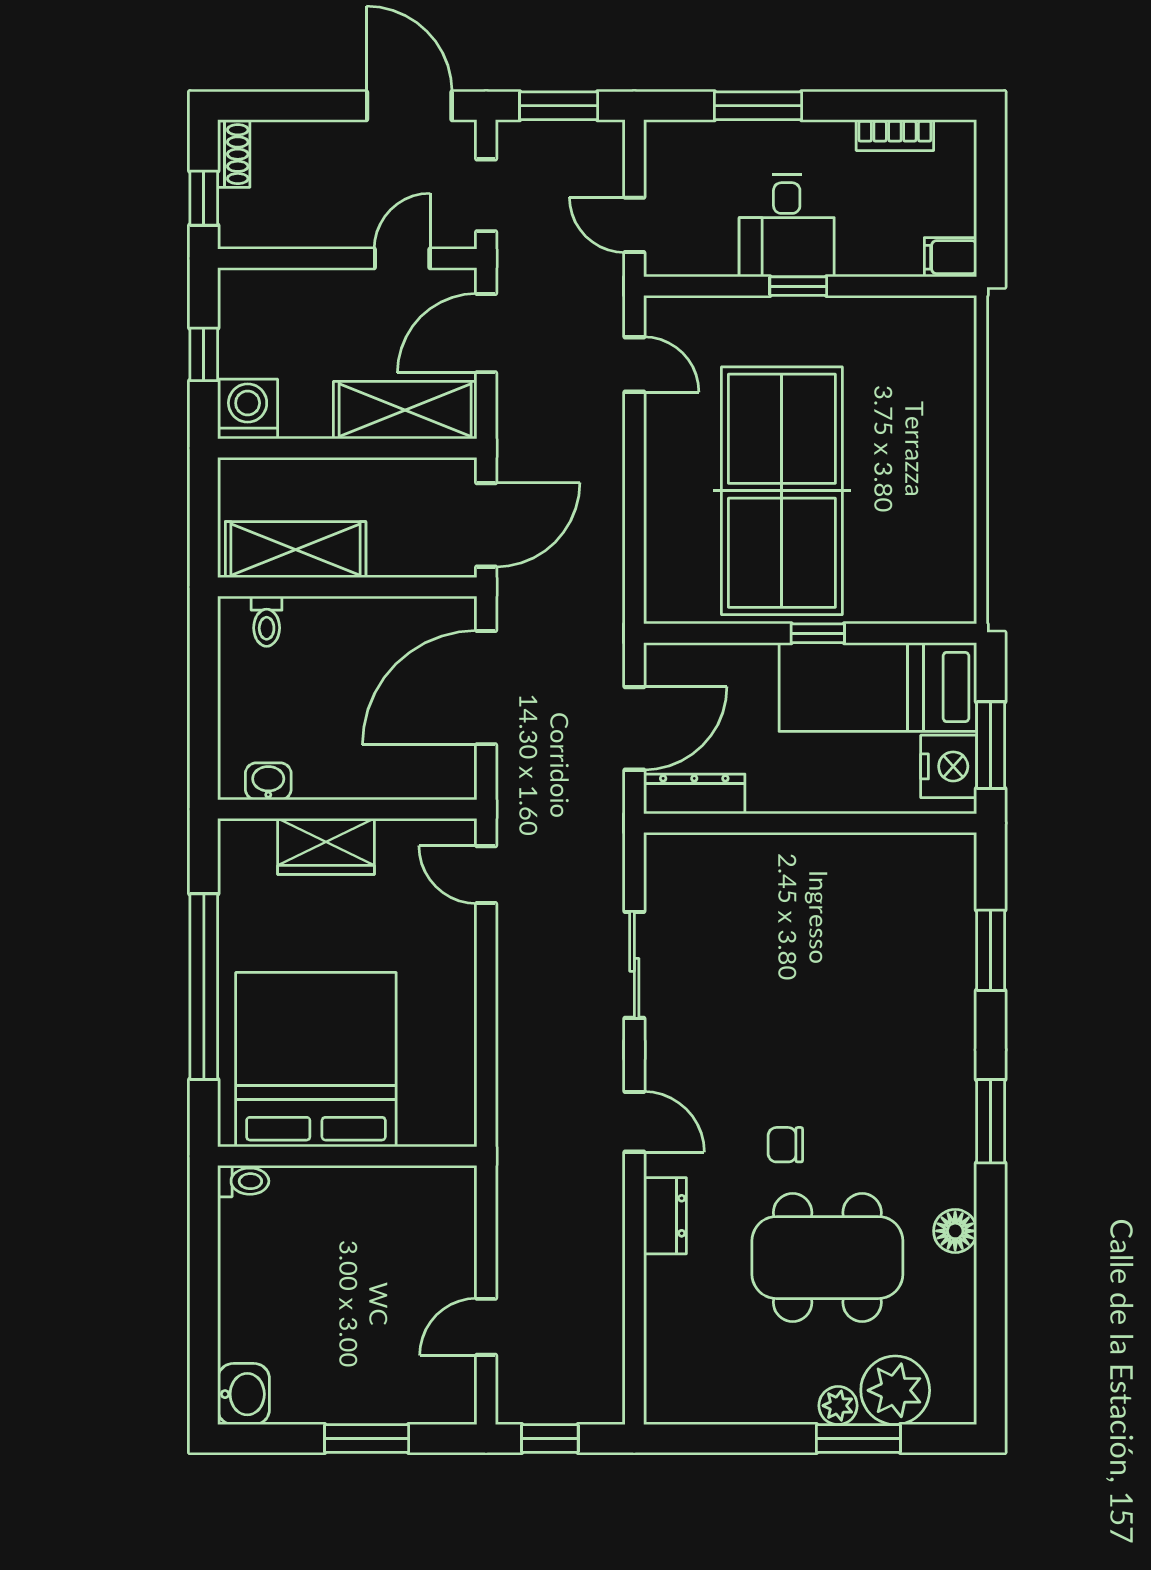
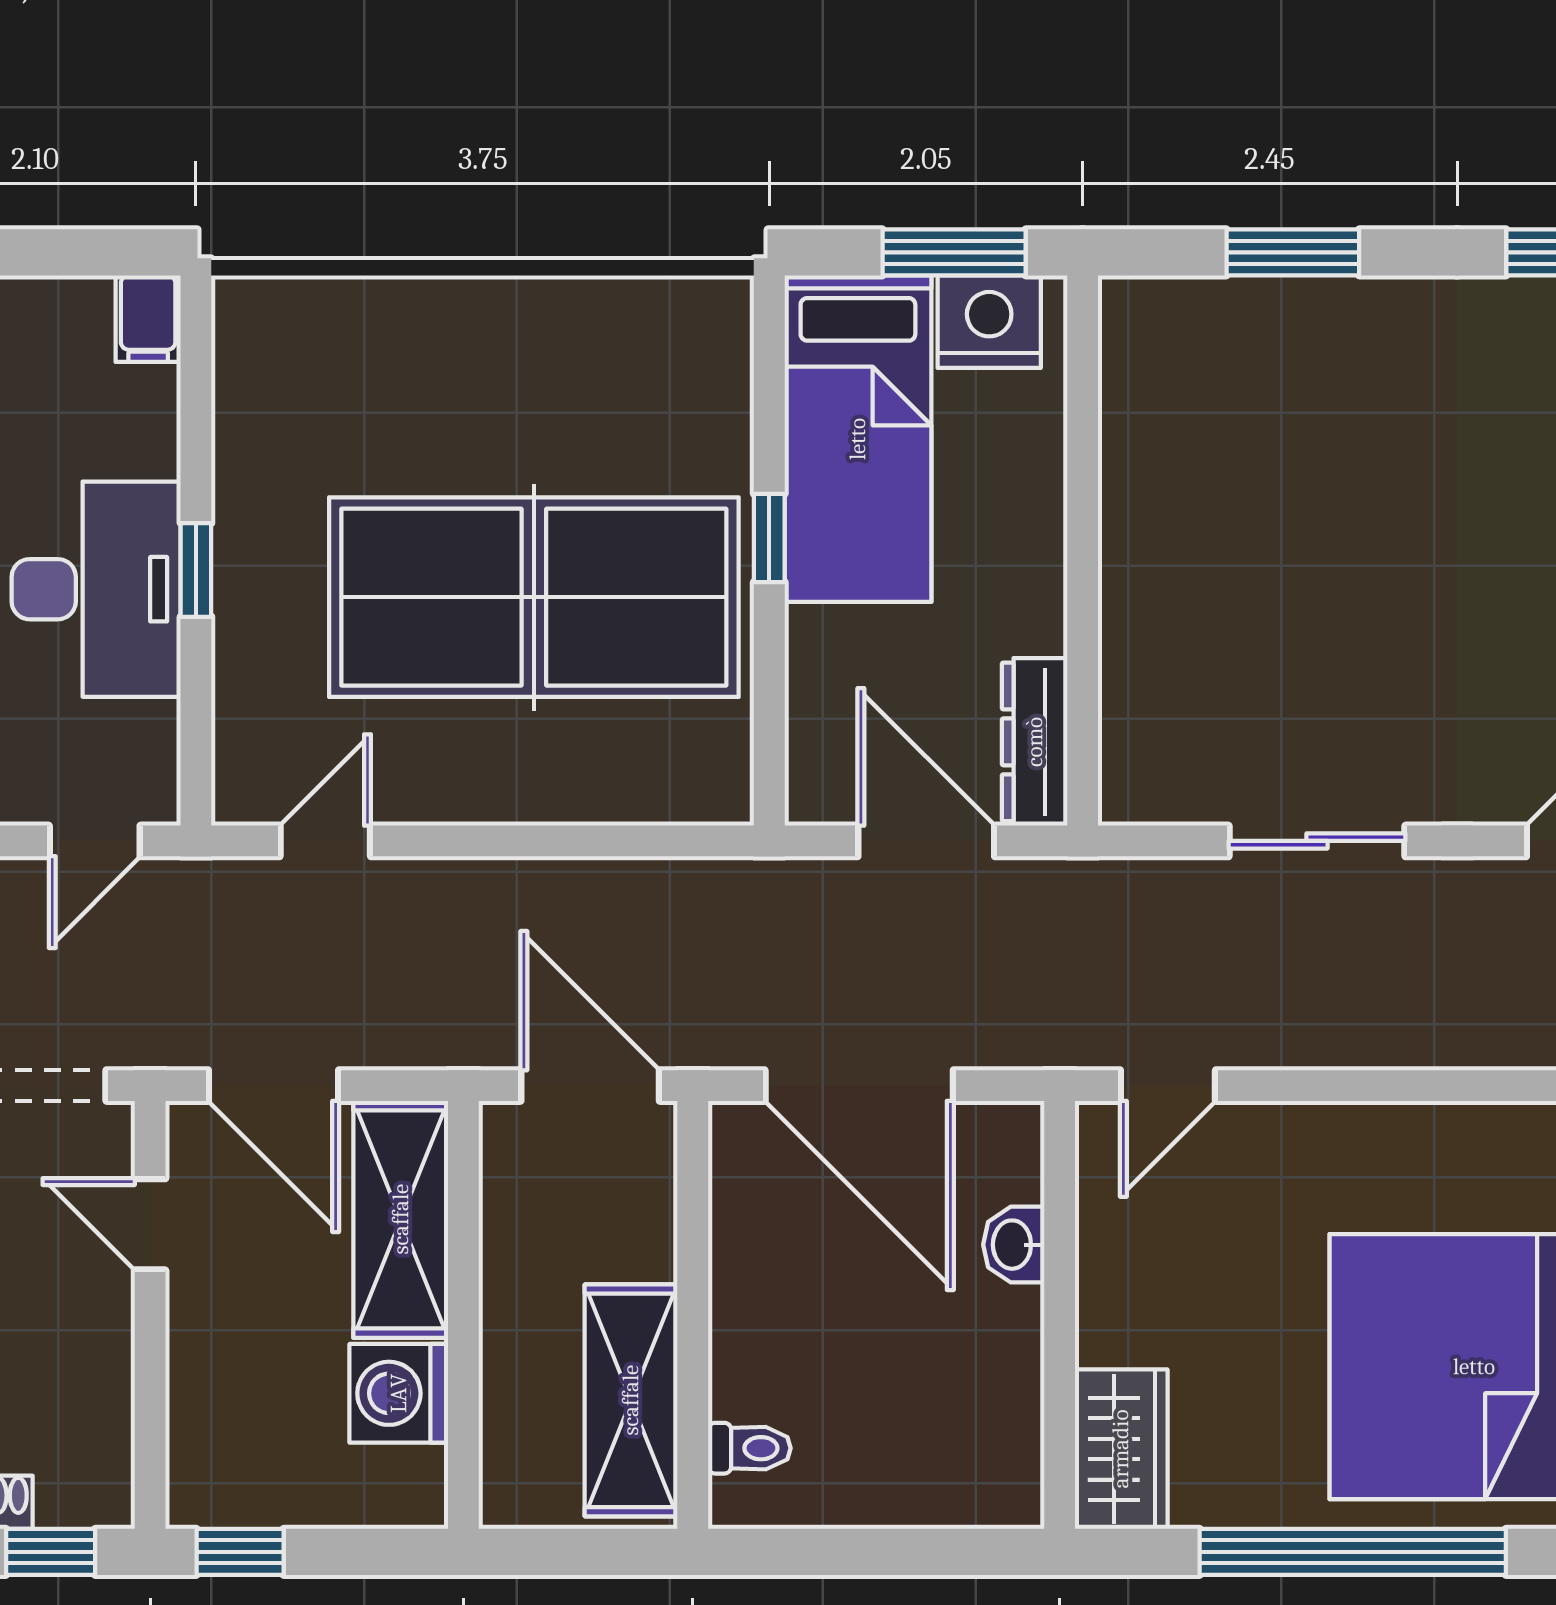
desk: (787, 226) -> (96, 589), width x1.37
window: (204, 354) -> (240, 1552), moved
washing machine: (248, 409) -> (399, 1393), moved
washbasin: (268, 781) -> (1014, 1245), moved
wardrobe: (326, 846) -> (1121, 1449), moved

